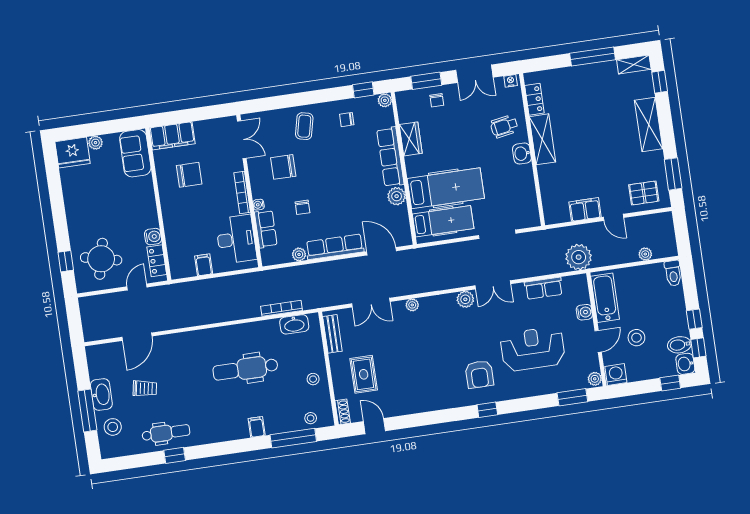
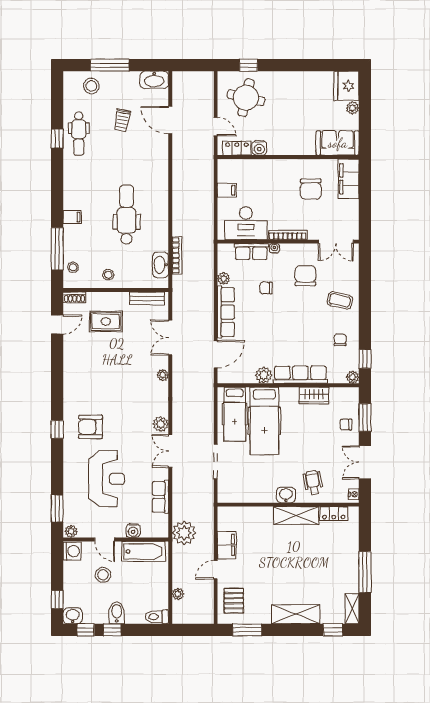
bidet: (679, 345) -> (117, 613), moved
washbasin: (101, 394) -> (154, 80), moved

